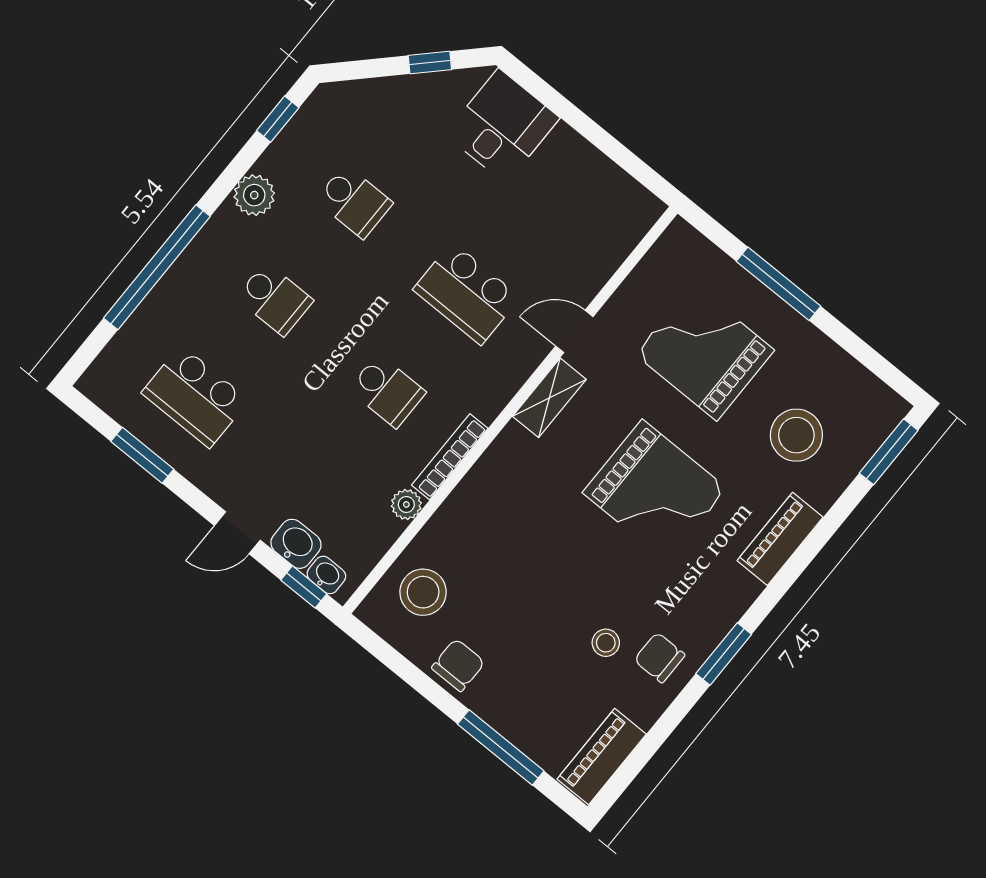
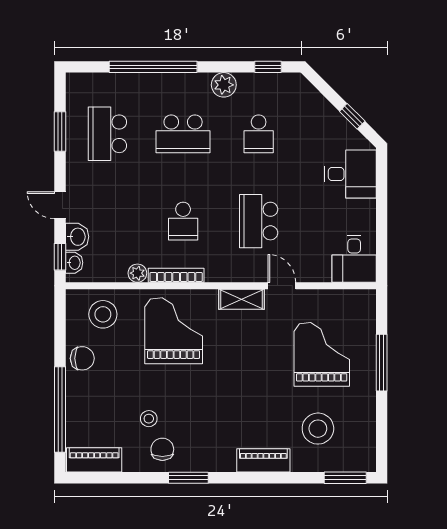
desk: (616, 210) -> (354, 259), added
school desk: (275, 299) -> (183, 134), width x1.85
grand piano: (655, 490) -> (174, 331), moved, turned 180
window: (501, 748) -> (60, 410), width x1.46

